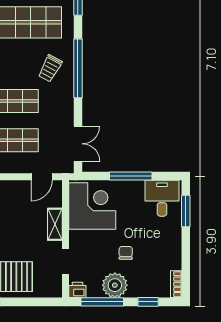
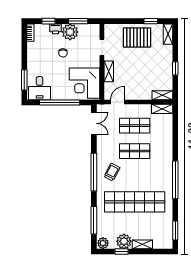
double door: (78, 144) -> (94, 123), swing flipped
window: (131, 176) -> (60, 103), width x1.46
printer: (77, 290) -> (55, 29), moved
window: (102, 302) -> (78, 21), width x0.69

